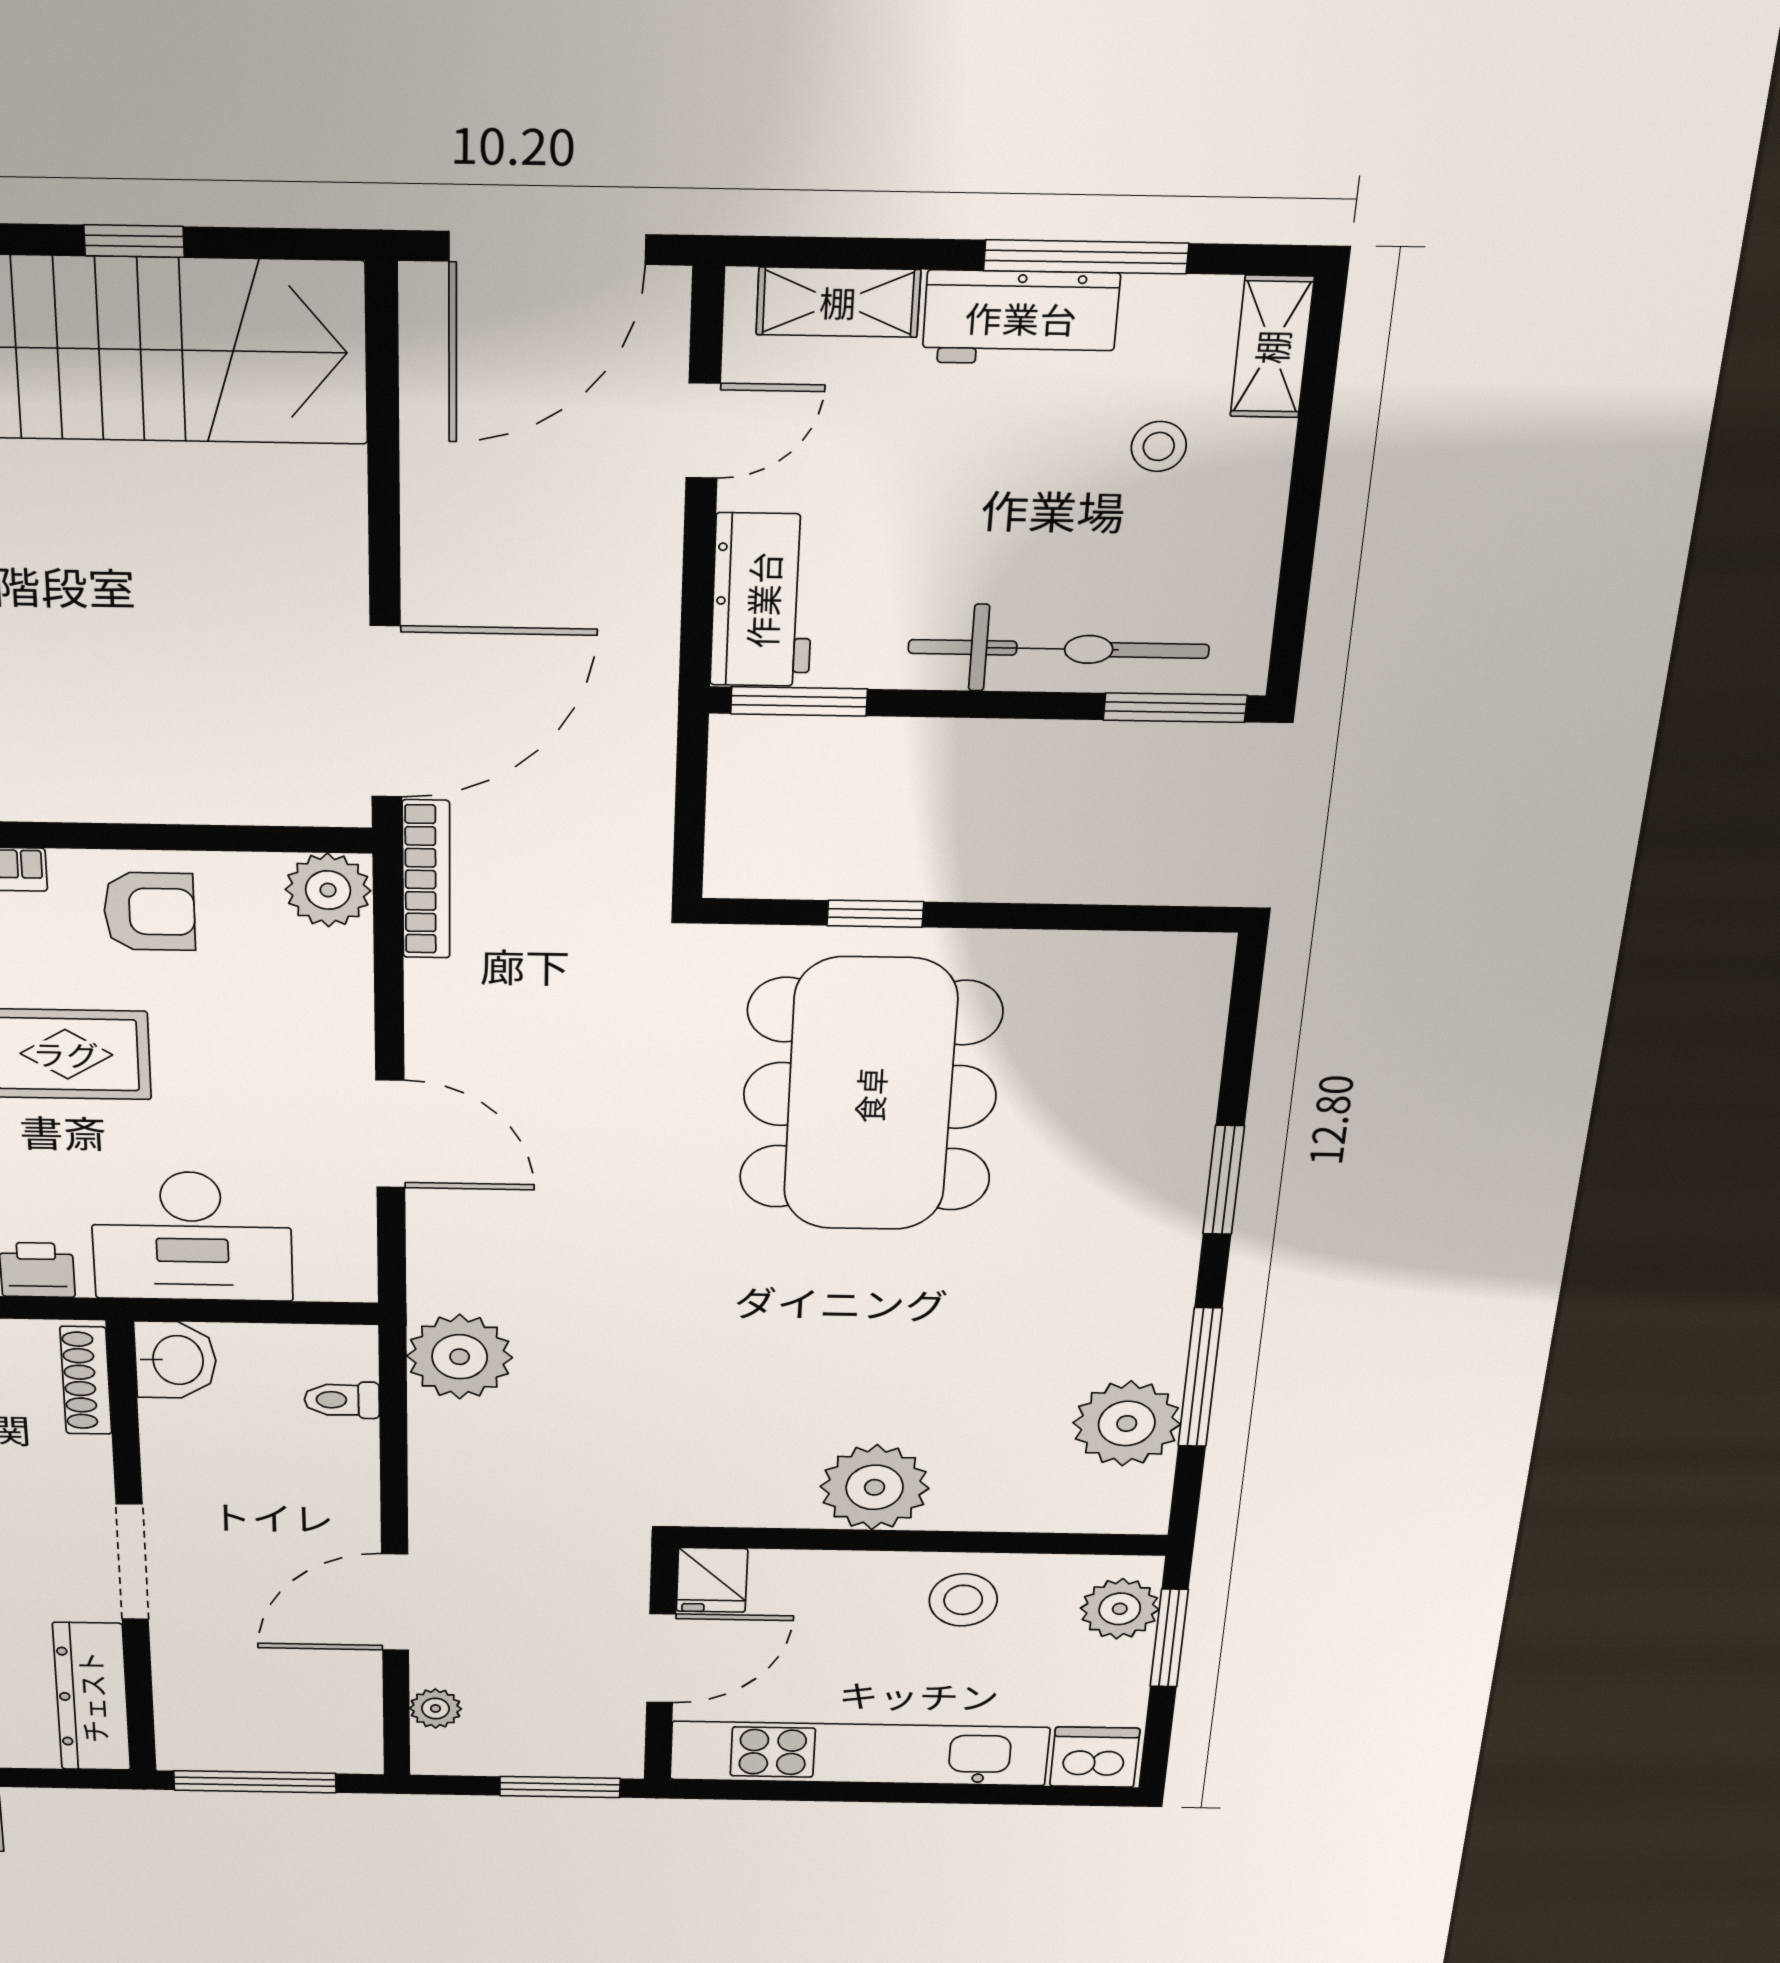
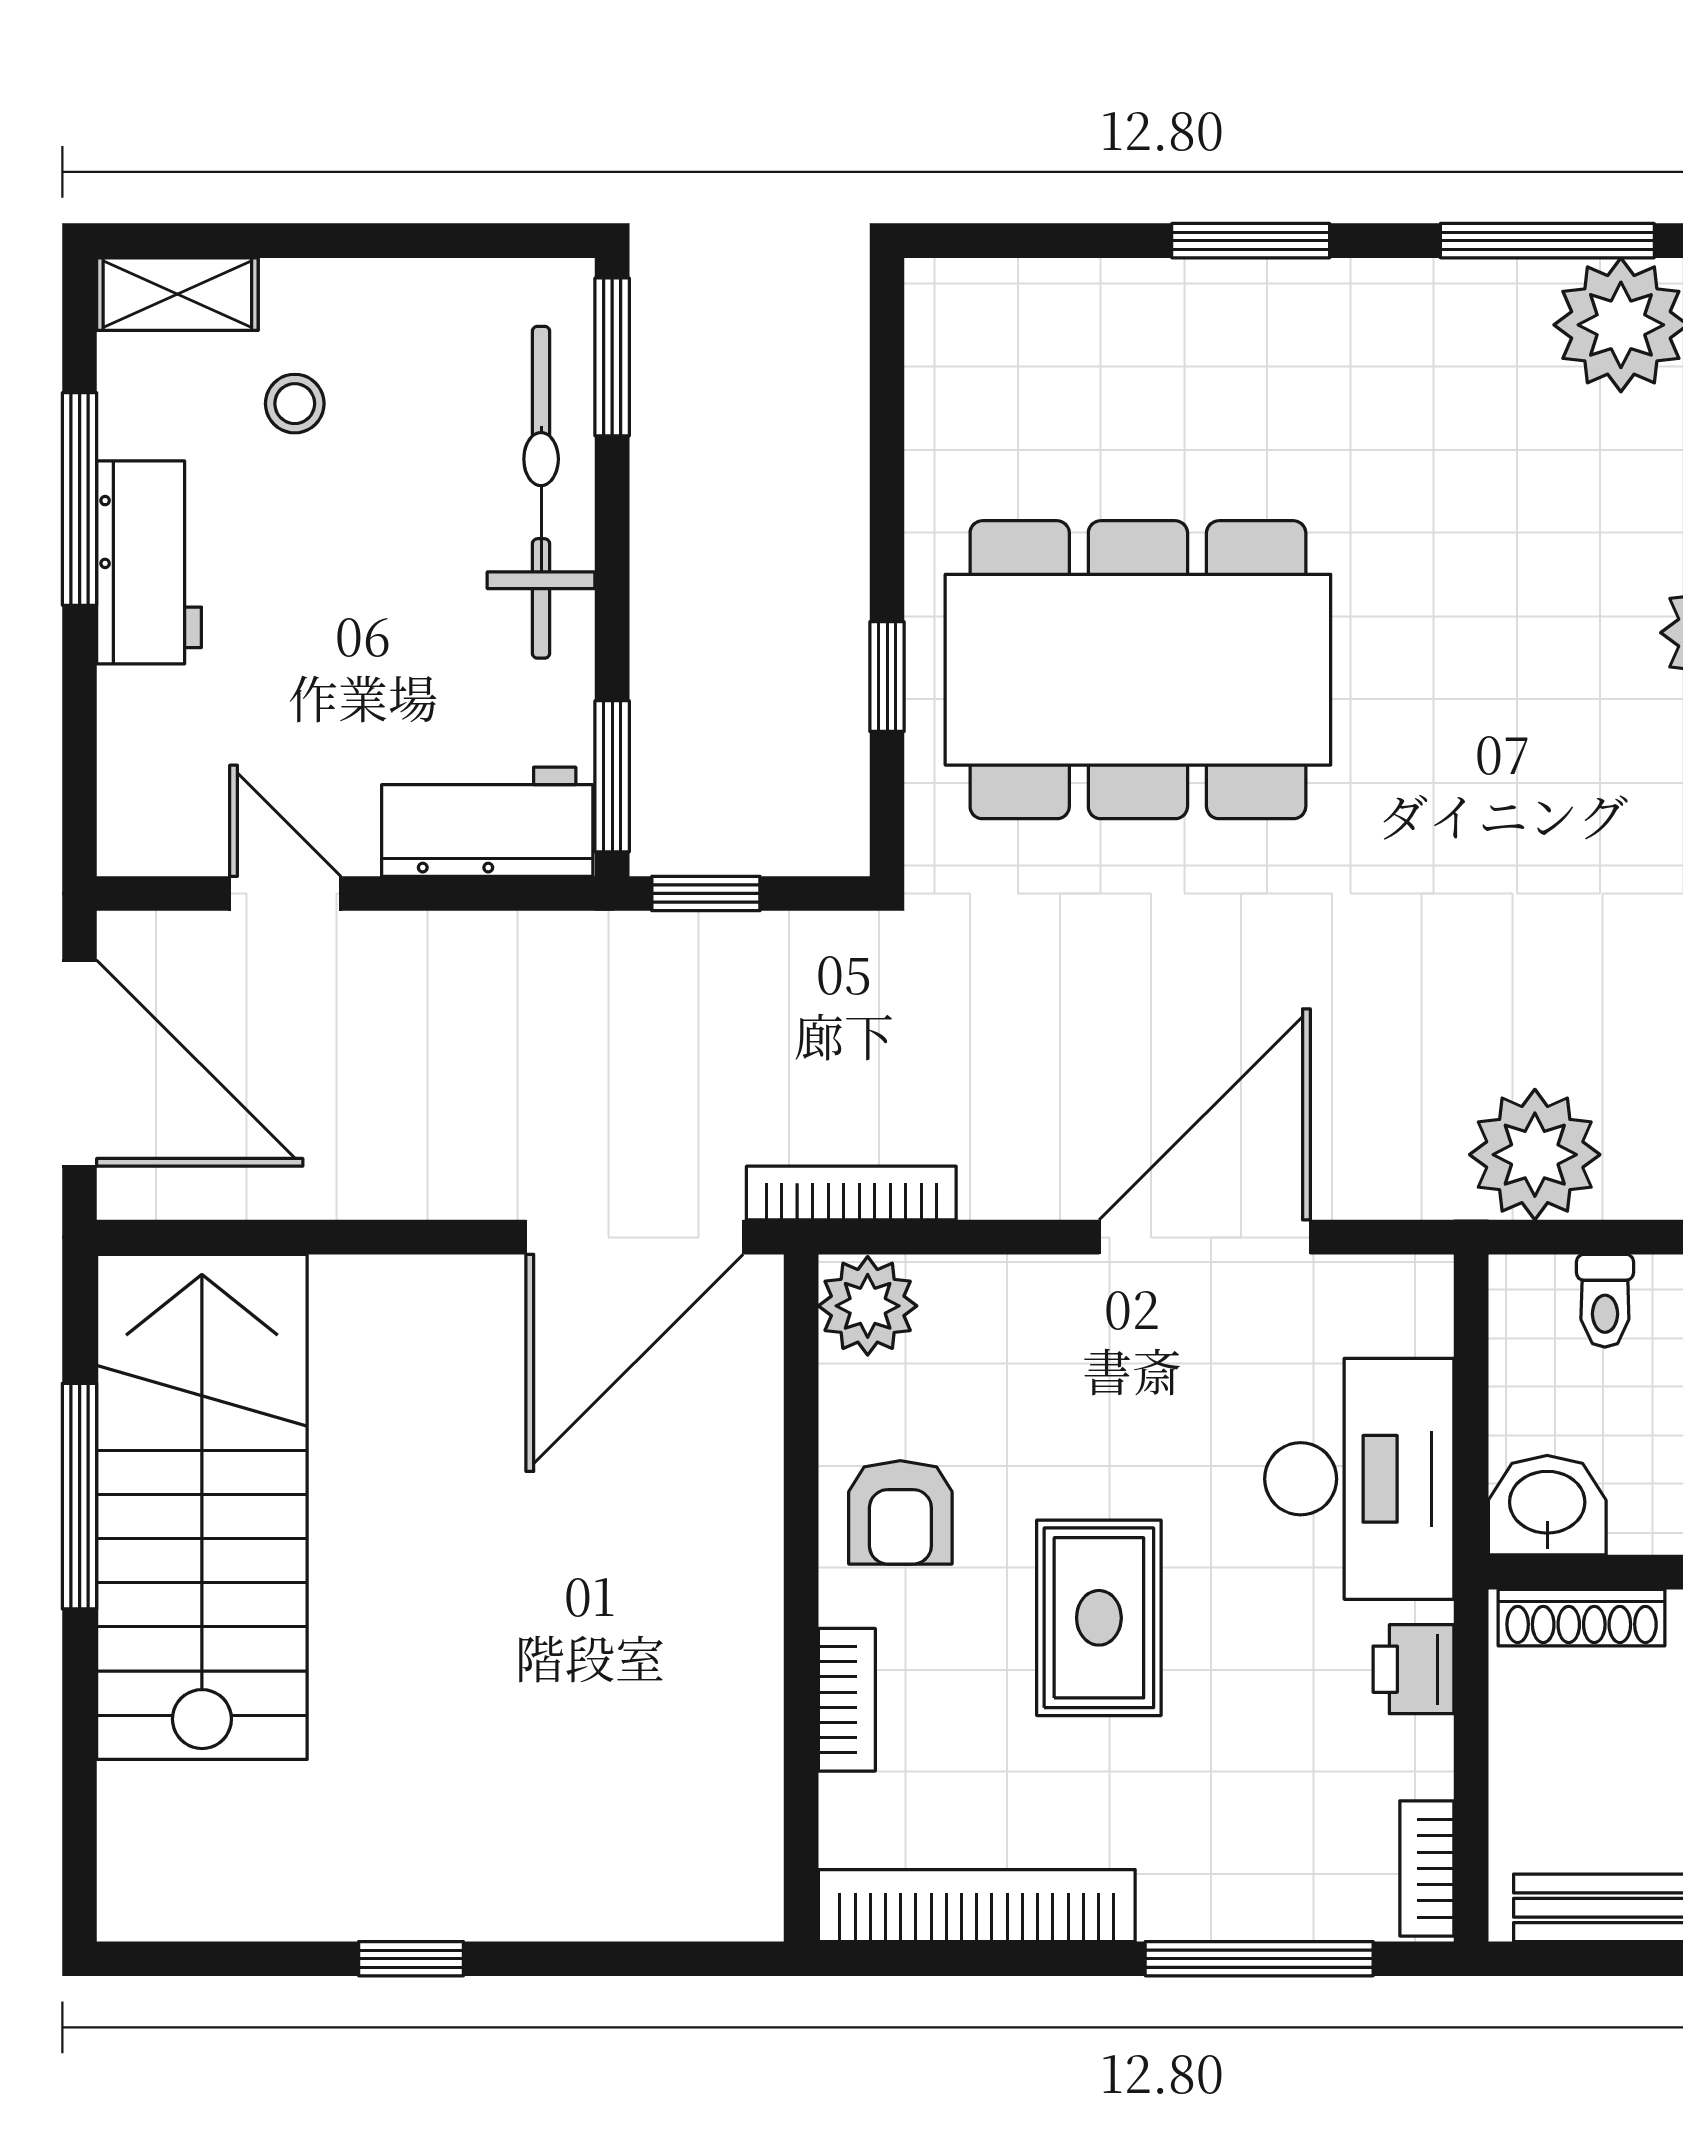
window: (134, 241) -> (80, 1496), width x2.17
shelving: (838, 302) -> (135, 756), removed
door: (386, 712) -> (635, 1237), swing flipped
window: (691, 773) -> (706, 893), added
armchair: (149, 911) -> (900, 1512), turned 180
door: (390, 1134) -> (1205, 1237), width x1.36

